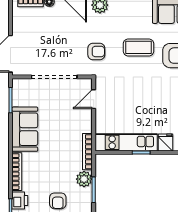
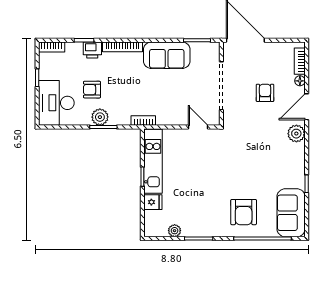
coffee table: (138, 47) -> (252, 174), removed
armchair: (96, 52) -> (265, 93), moved, turned 180
bookcase: (87, 152) -> (143, 121), width x0.64
plant: (84, 179) -> (100, 117), moved

